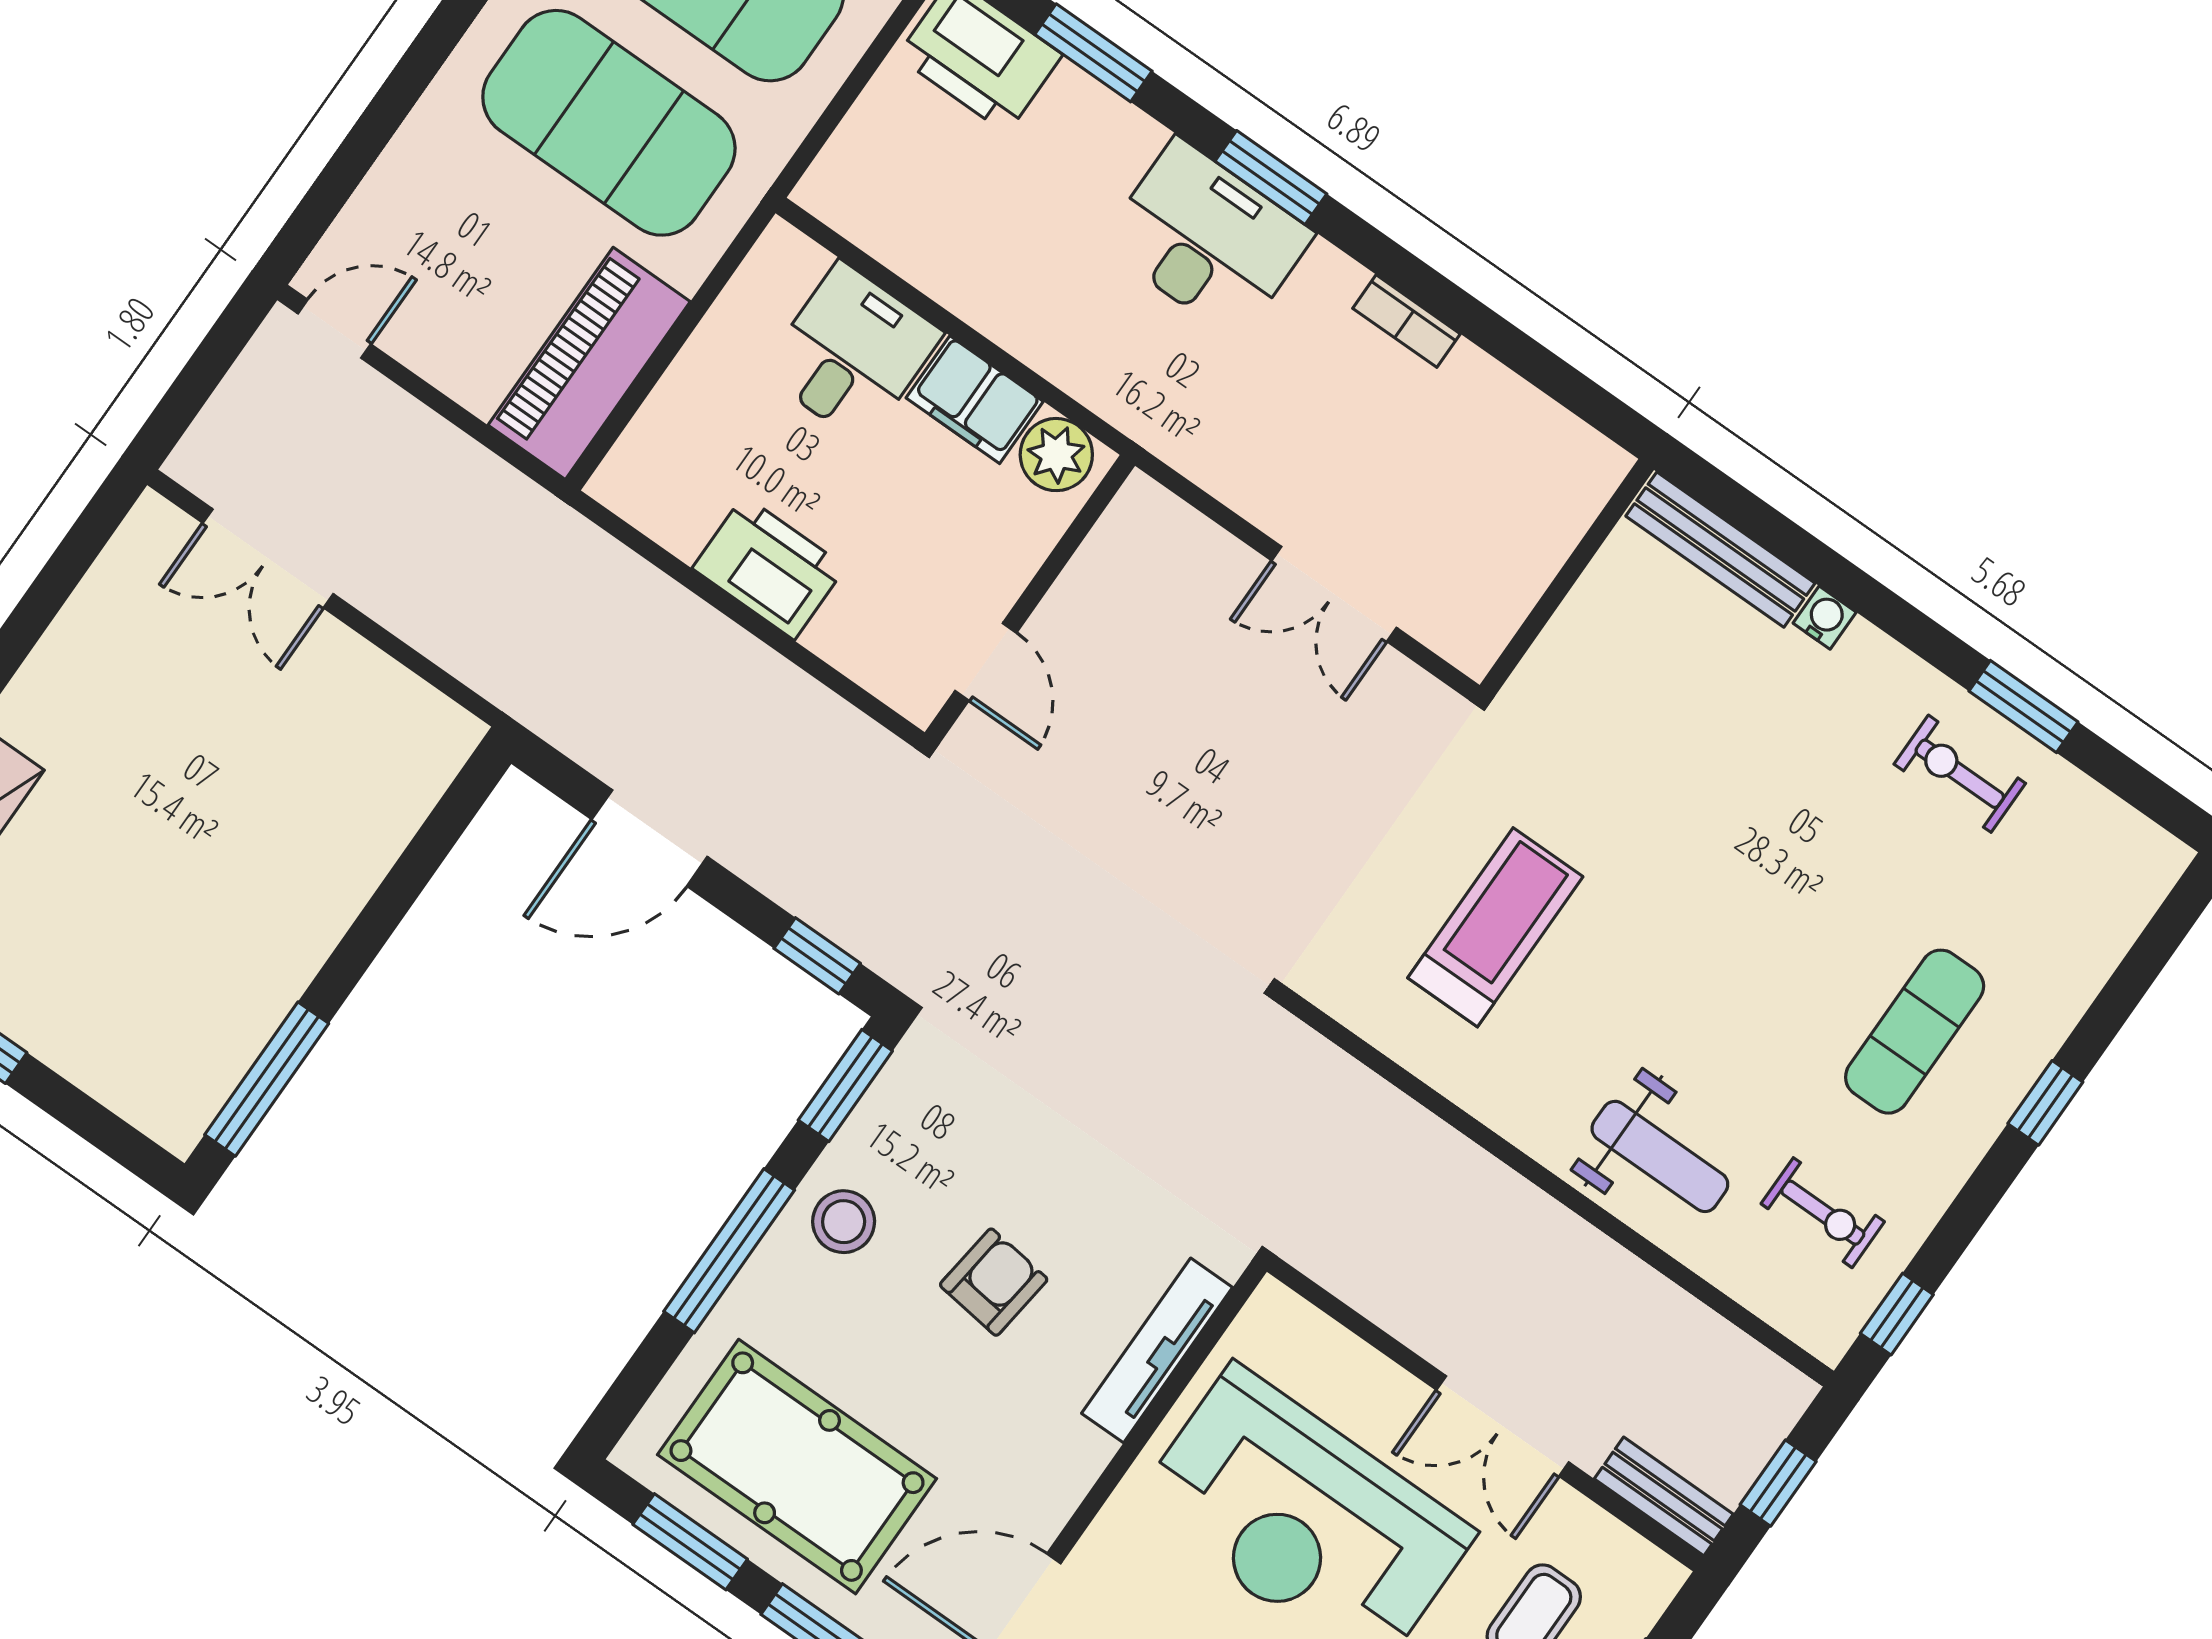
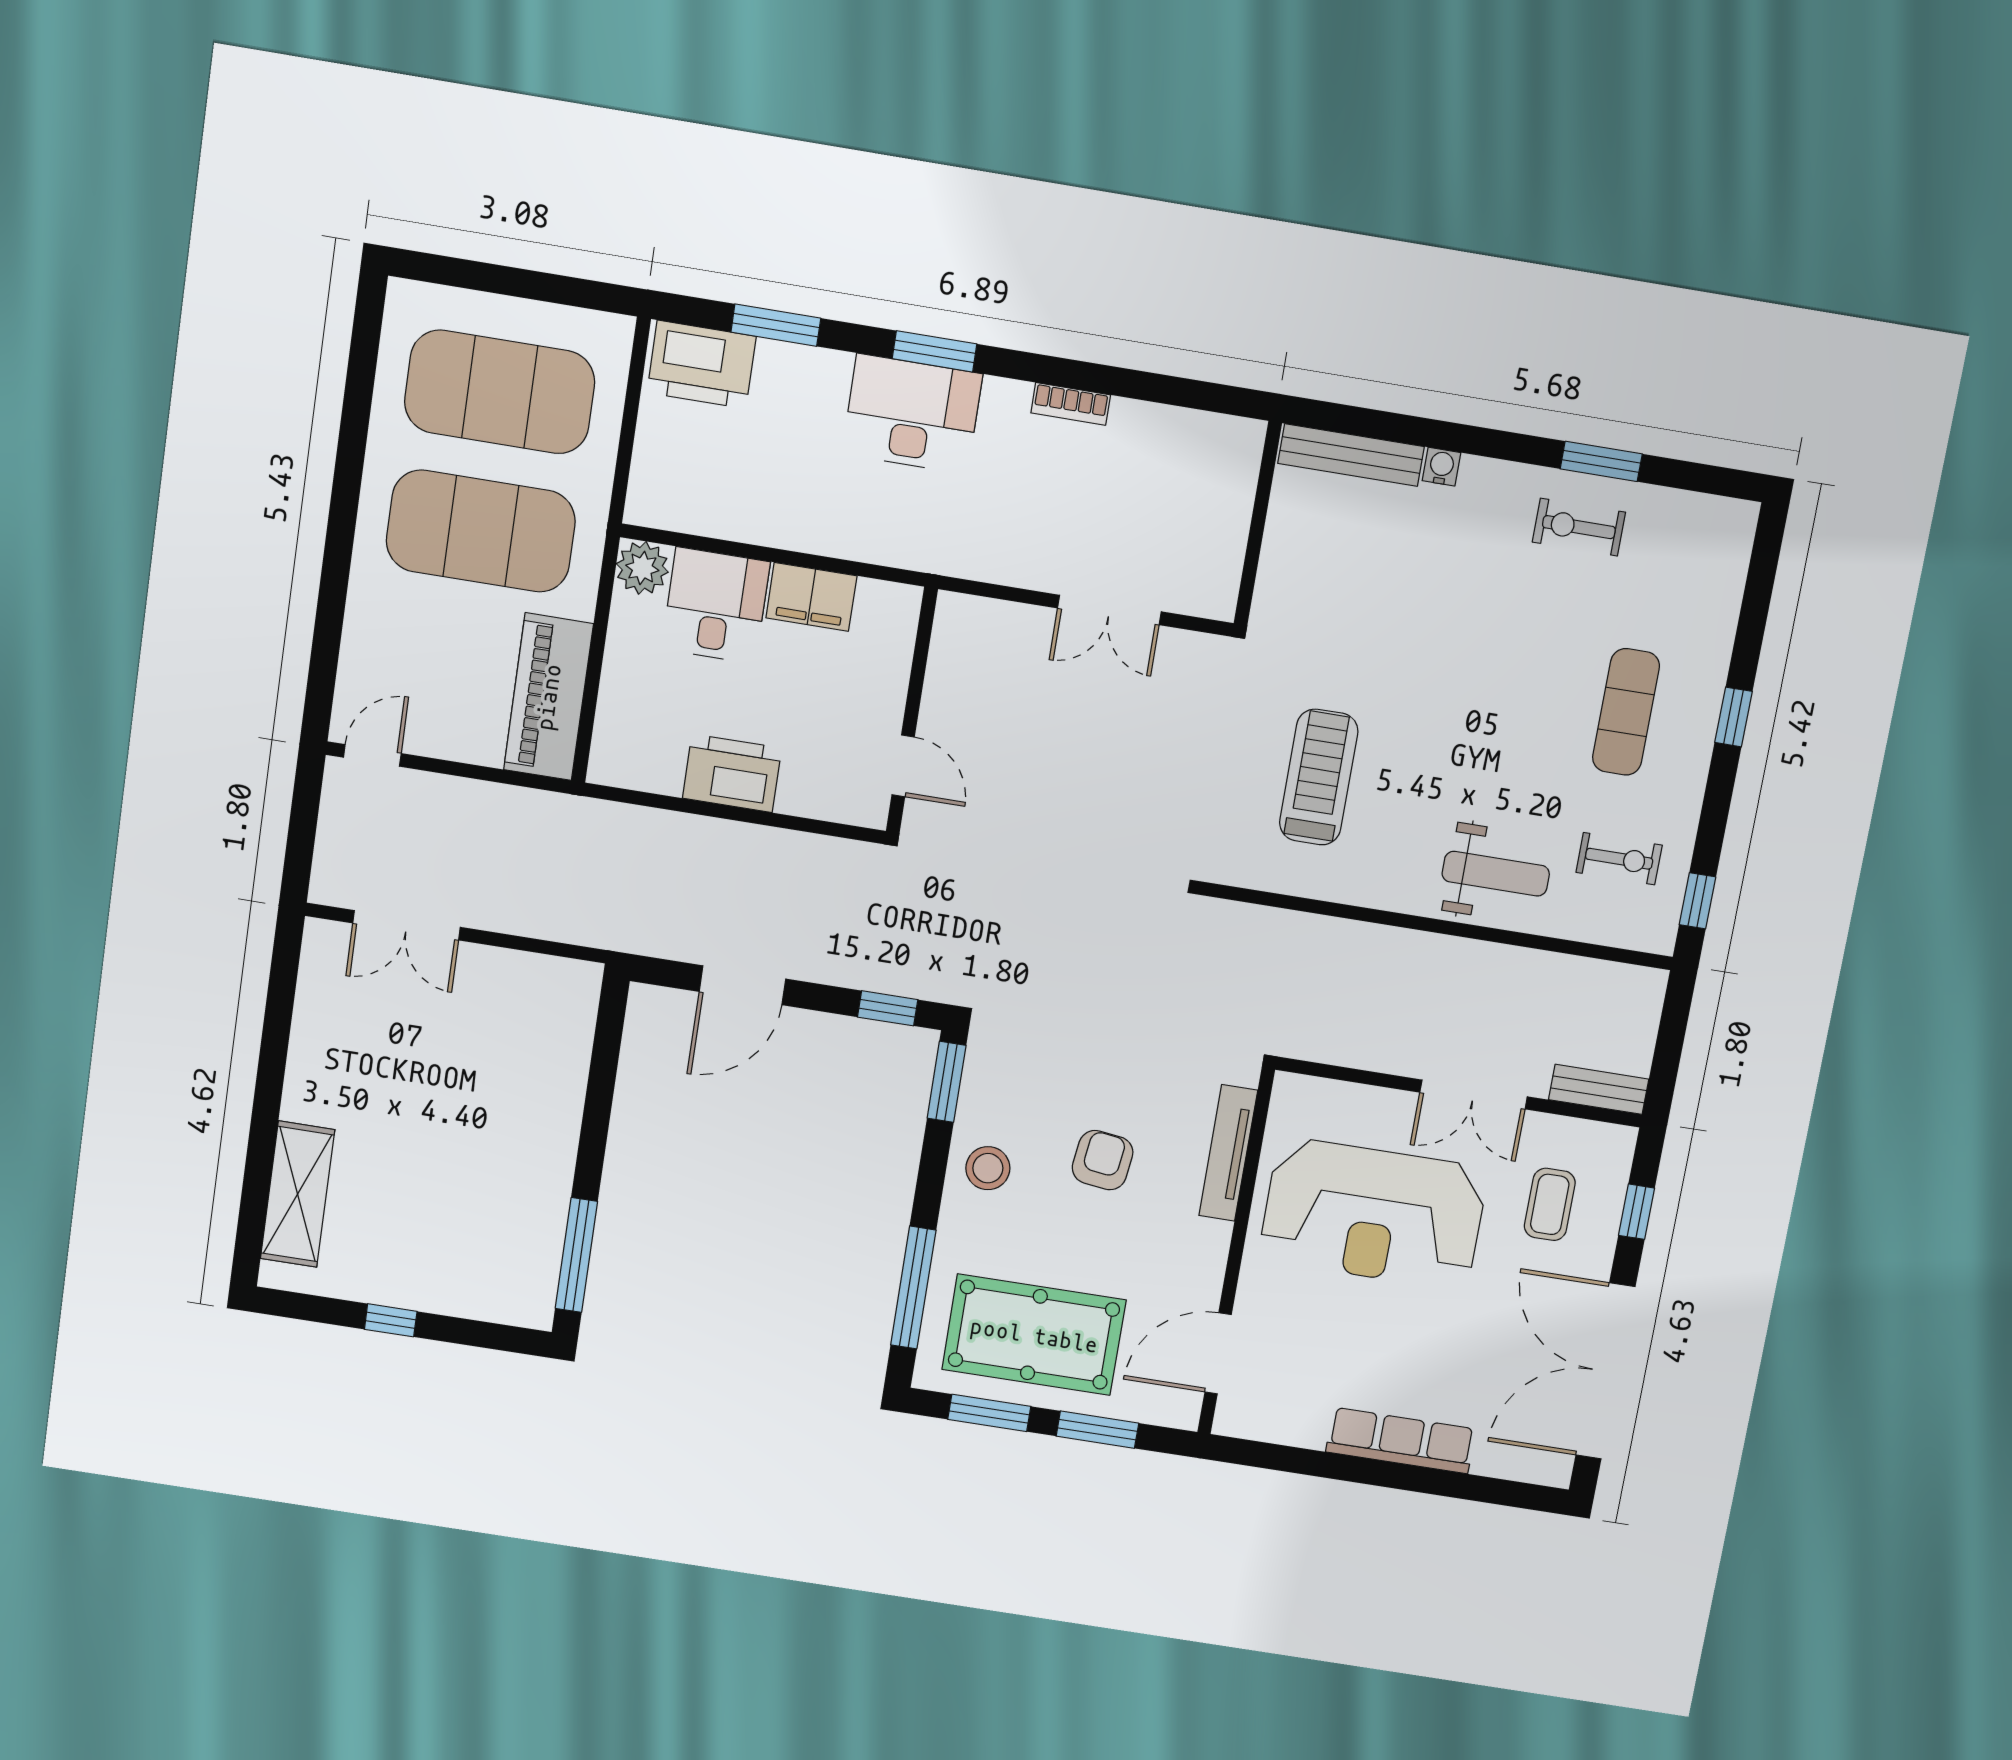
plant: (1056, 455) -> (642, 568), moved
window: (729, 1251) -> (913, 1288), moved
window: (1778, 1483) -> (1669, 1046), removed

